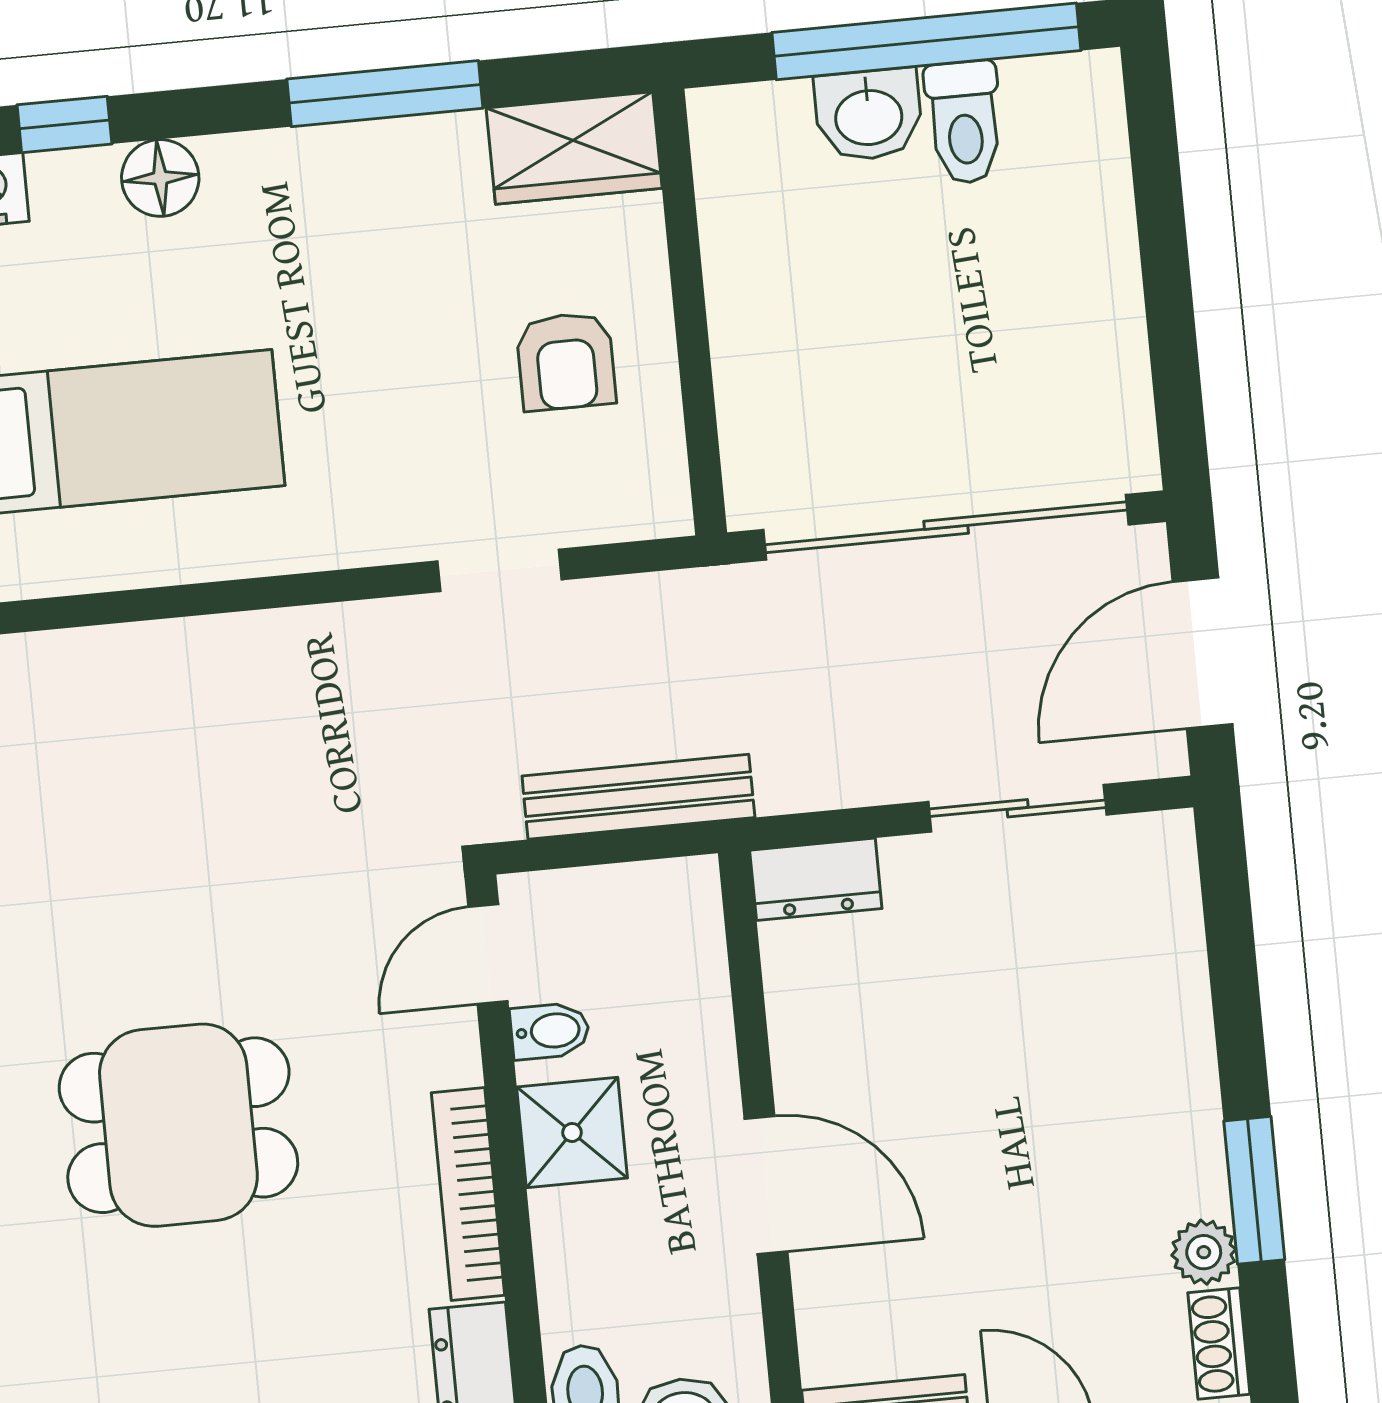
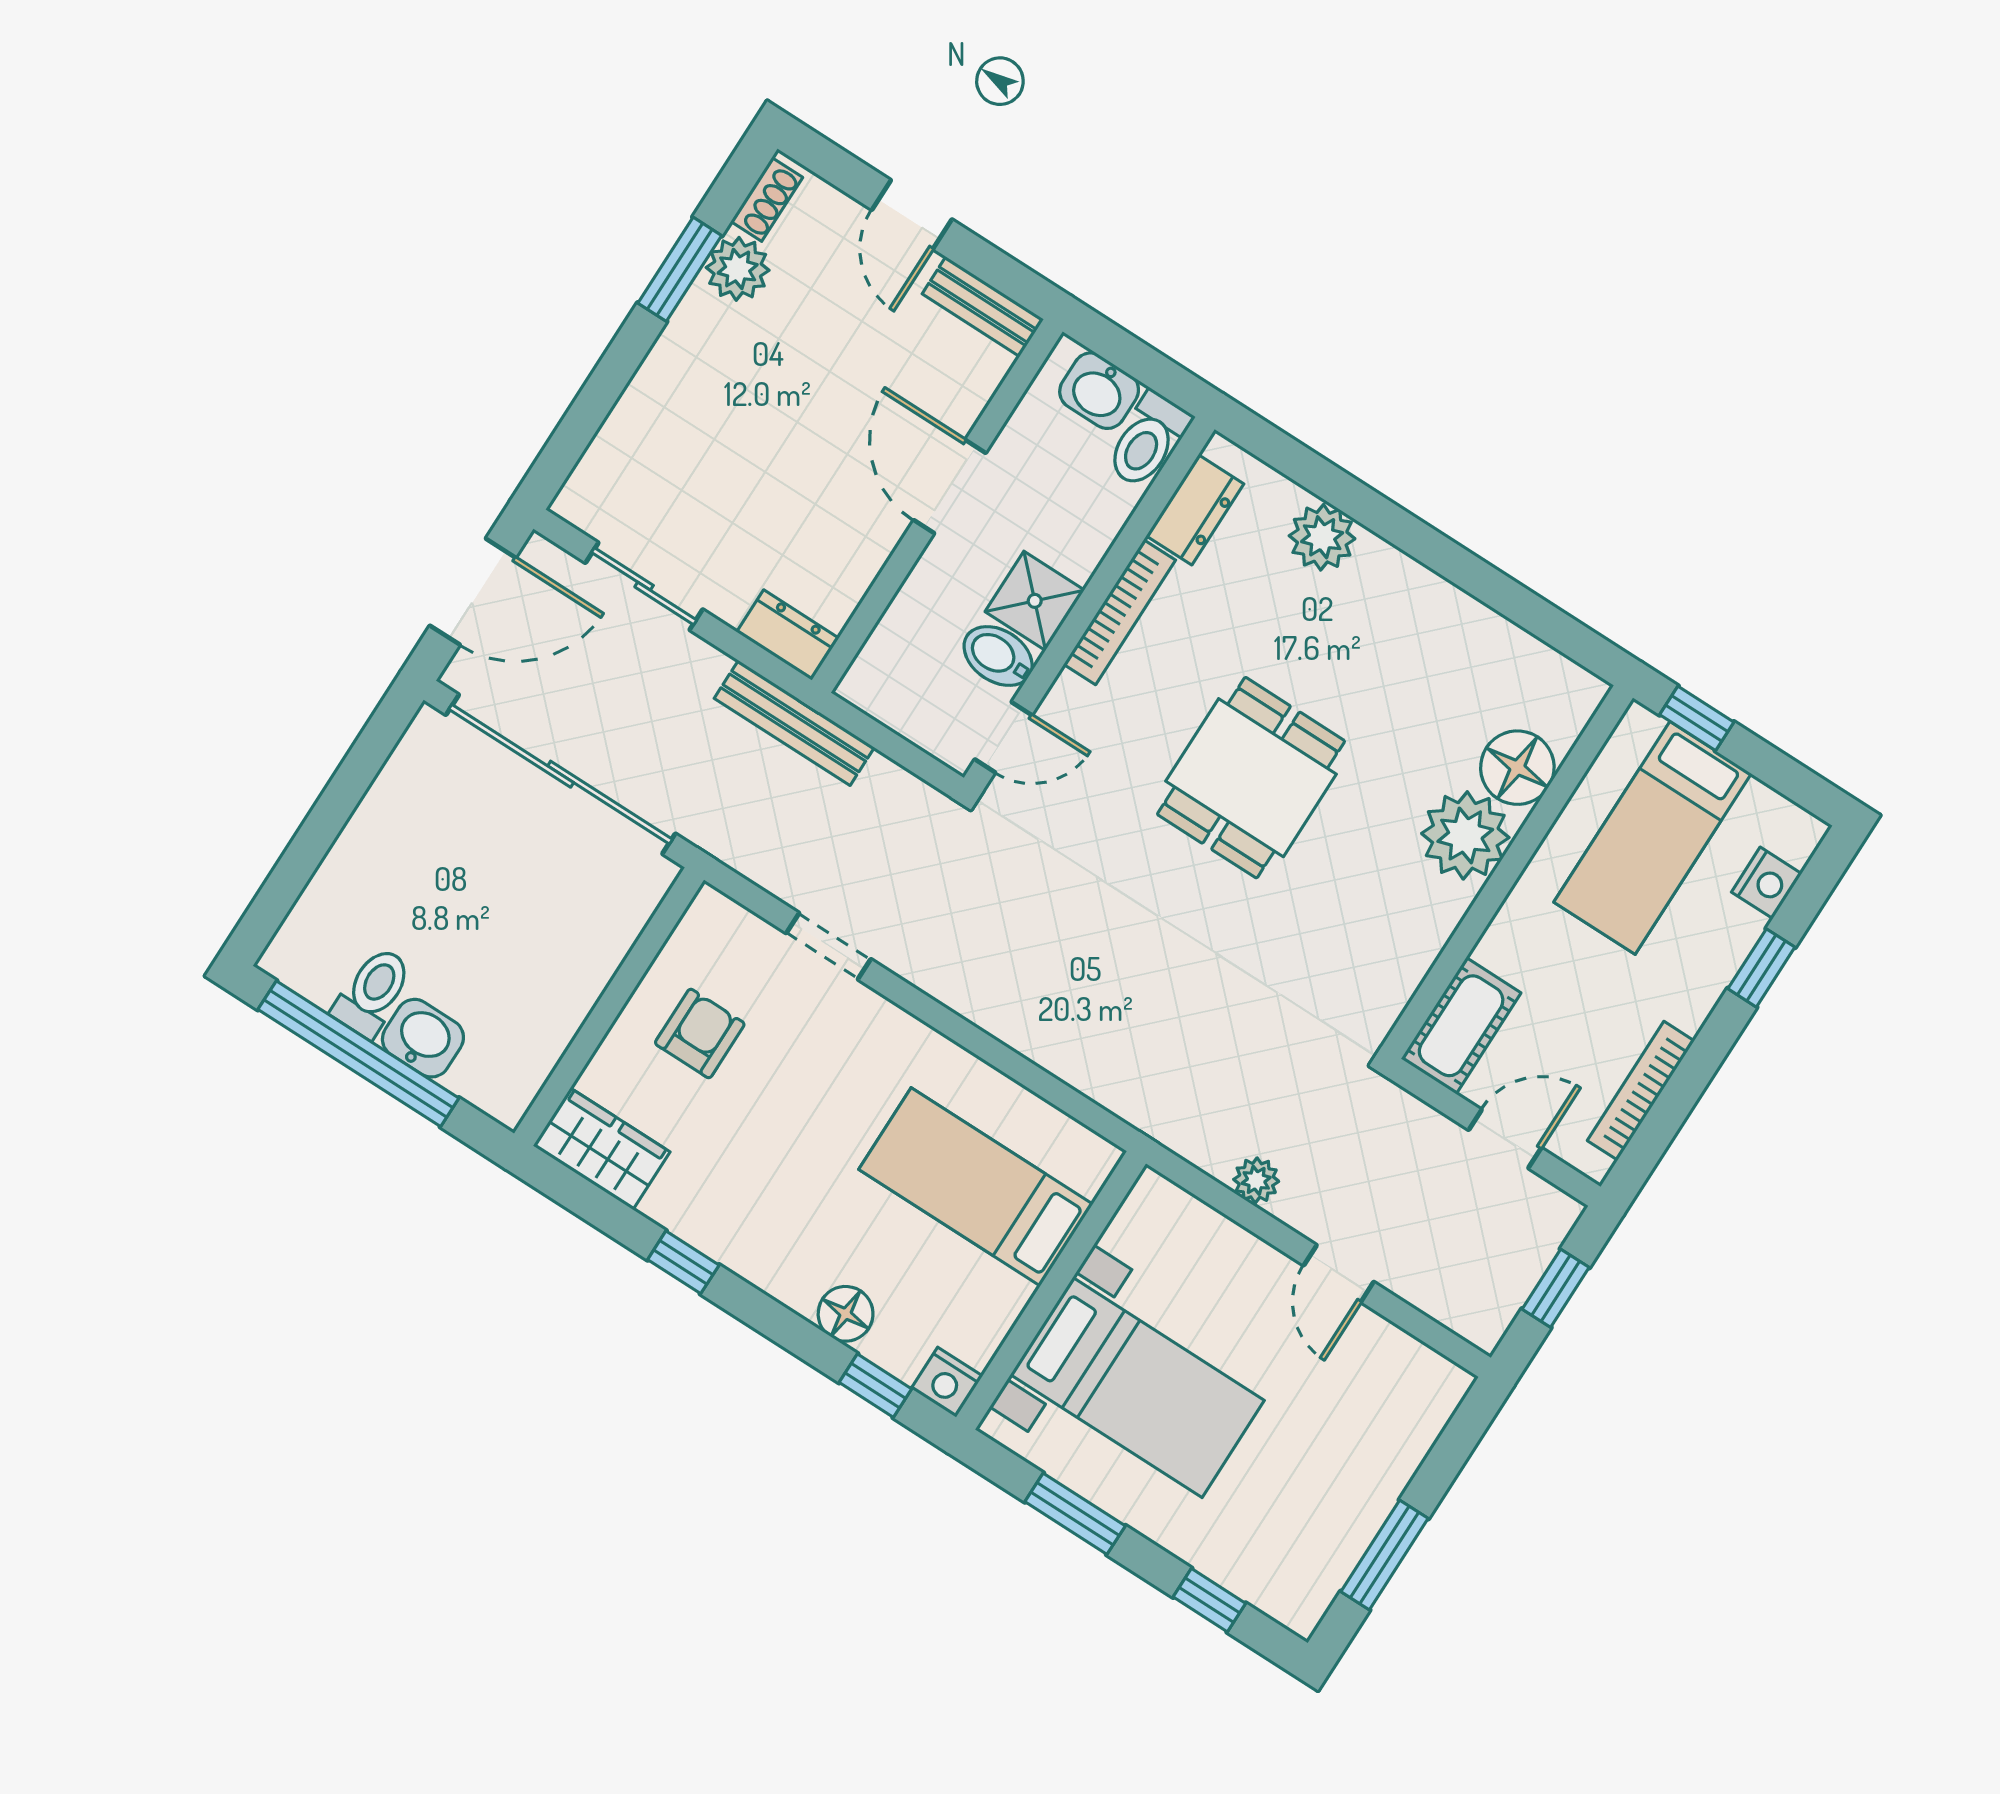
window: (385, 94) -> (683, 1262), width x0.46
bench: (638, 797) -> (794, 723), moved
bidet: (550, 1031) -> (998, 656), width x1.38, depth x1.36
dining table: (178, 1125) -> (1251, 778), turned 90
plant: (1204, 1252) -> (738, 269), width x1.38, depth x1.38

